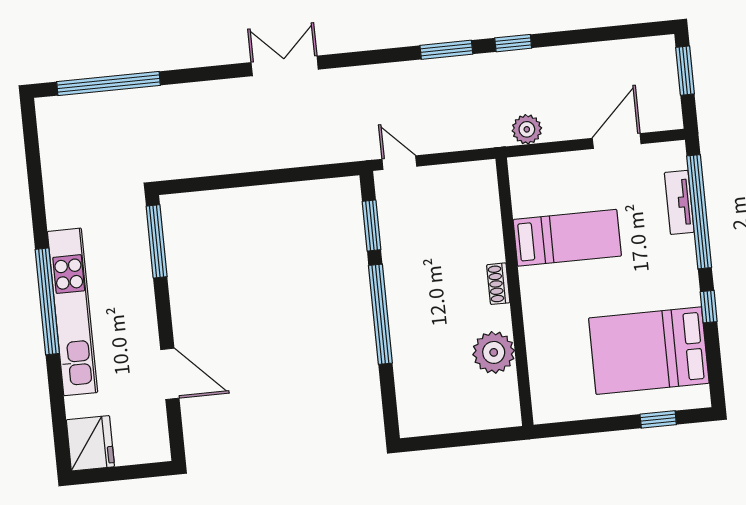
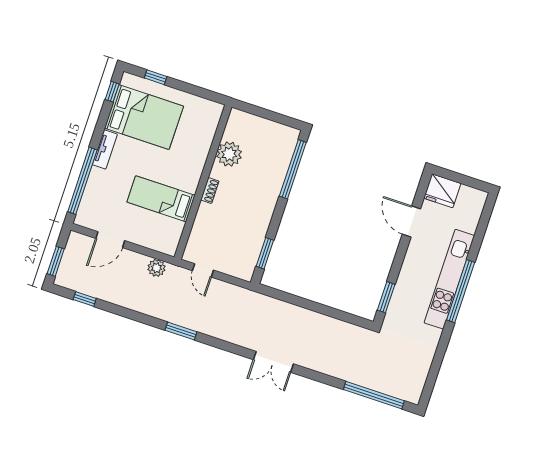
window: (513, 43) -> (85, 299), moved
door: (399, 163) -> (203, 270), moved
tv unit: (679, 202) -> (105, 149), moved
window: (157, 241) -> (386, 297), width x0.69
window: (709, 307) -> (112, 92), moved
window: (380, 314) -> (293, 169), moved
fridge: (90, 443) -> (442, 191), moved, turned -90

